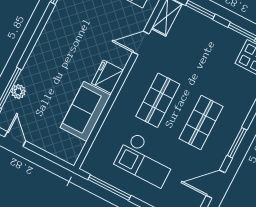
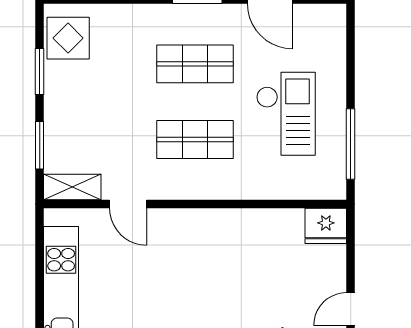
fridge: (107, 77) -> (326, 226), moved
sofa: (85, 111) -> (262, 232), removed

